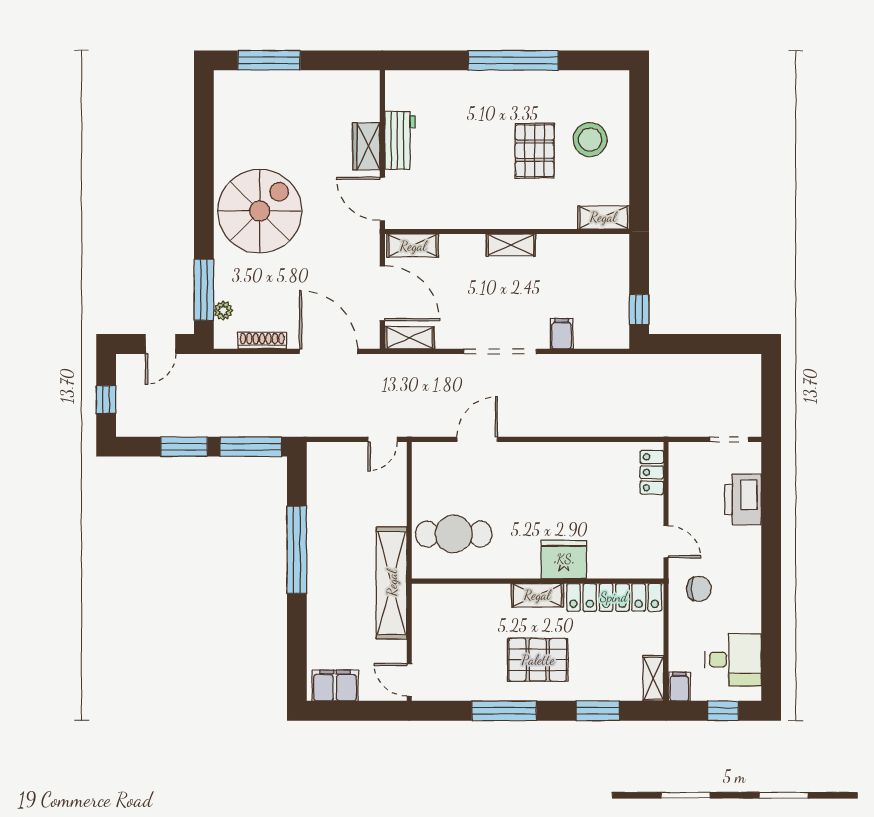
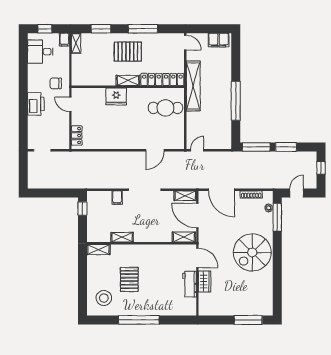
stool: (590, 140) -> (104, 298), moved
shelving: (511, 245) -> (122, 237), moved
printer: (743, 500) -> (36, 104), moved
locker: (614, 597) -> (162, 79), moved

